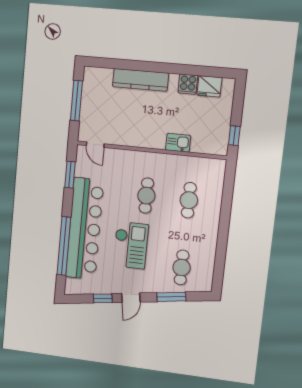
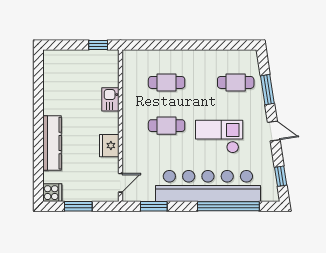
cooker: (188, 84) -> (52, 193), moved
fridge: (209, 86) -> (109, 146), moved, turned 180
window: (76, 101) -> (78, 206), width x0.69
window: (103, 298) -> (281, 176), moved

